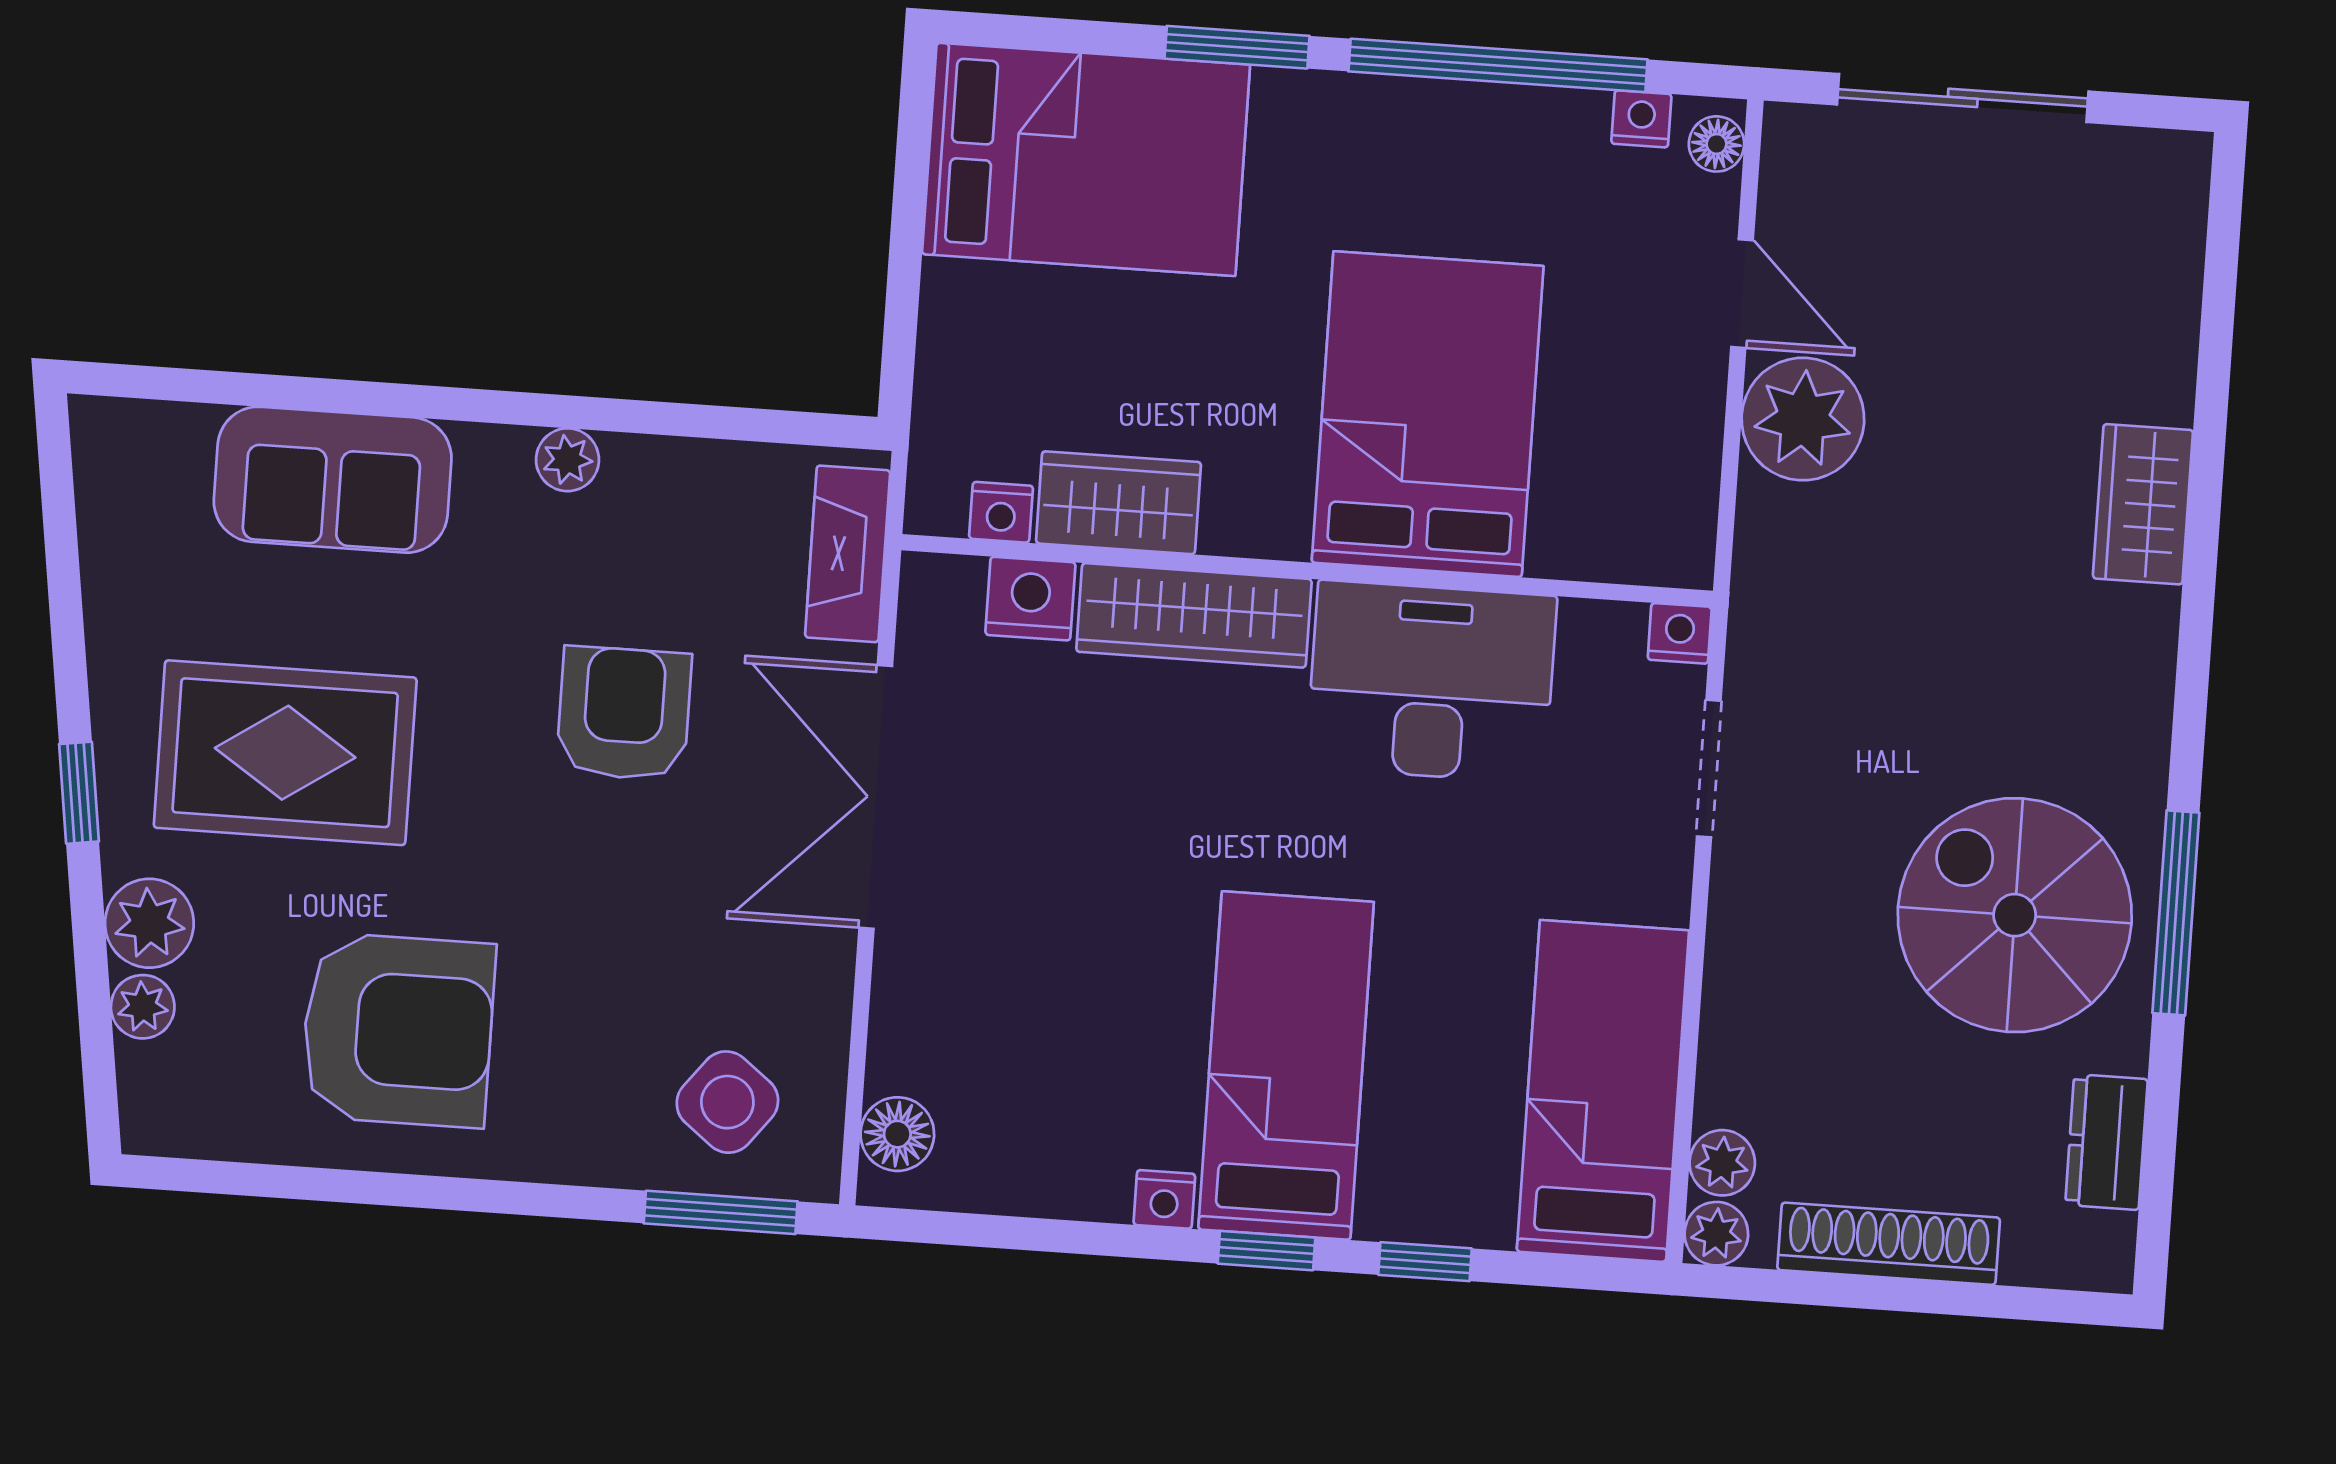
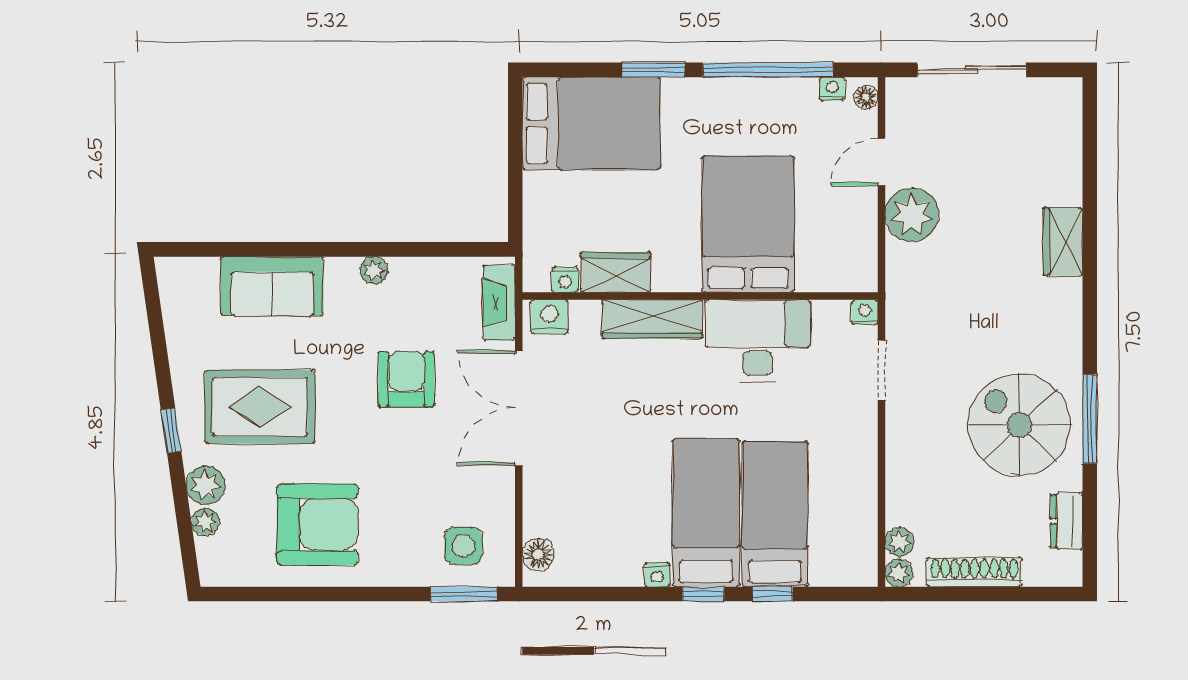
door: (1742, 294) -> (881, 162), swing flipped
nightstand: (1030, 599) -> (549, 317), moved
bed: (1603, 1091) -> (775, 514), moved
side table: (727, 1102) -> (463, 546), turned -38

